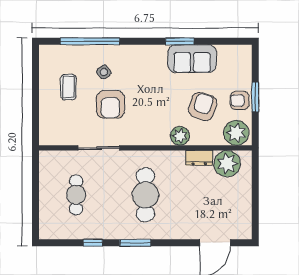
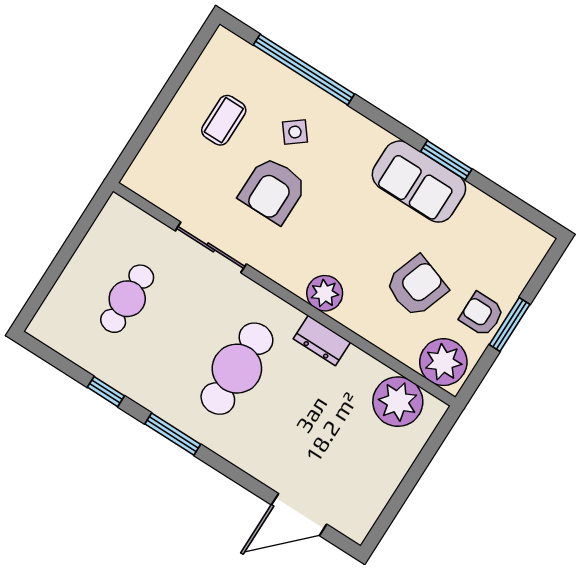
sofa: (192, 59) -> (419, 182), moved
plant: (180, 136) -> (325, 293), moved
dresser: (199, 158) -> (322, 341), moved

